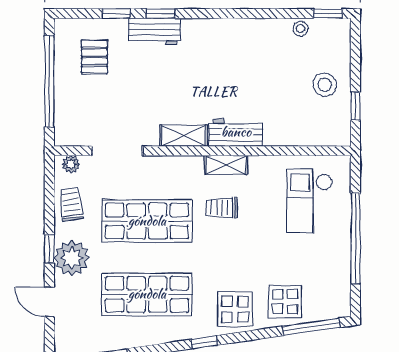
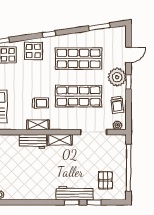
workbench: (155, 31) -> (75, 193), width x1.38
door: (49, 302) -> (128, 55), hinge flipped

